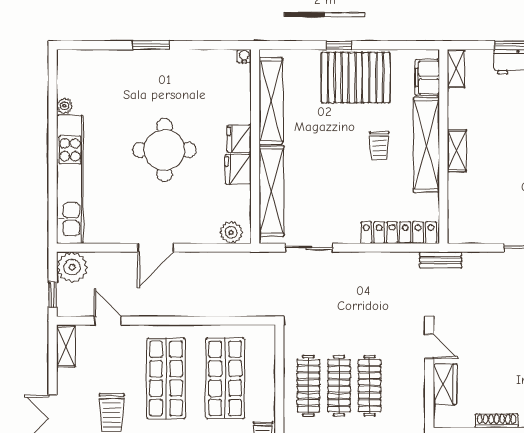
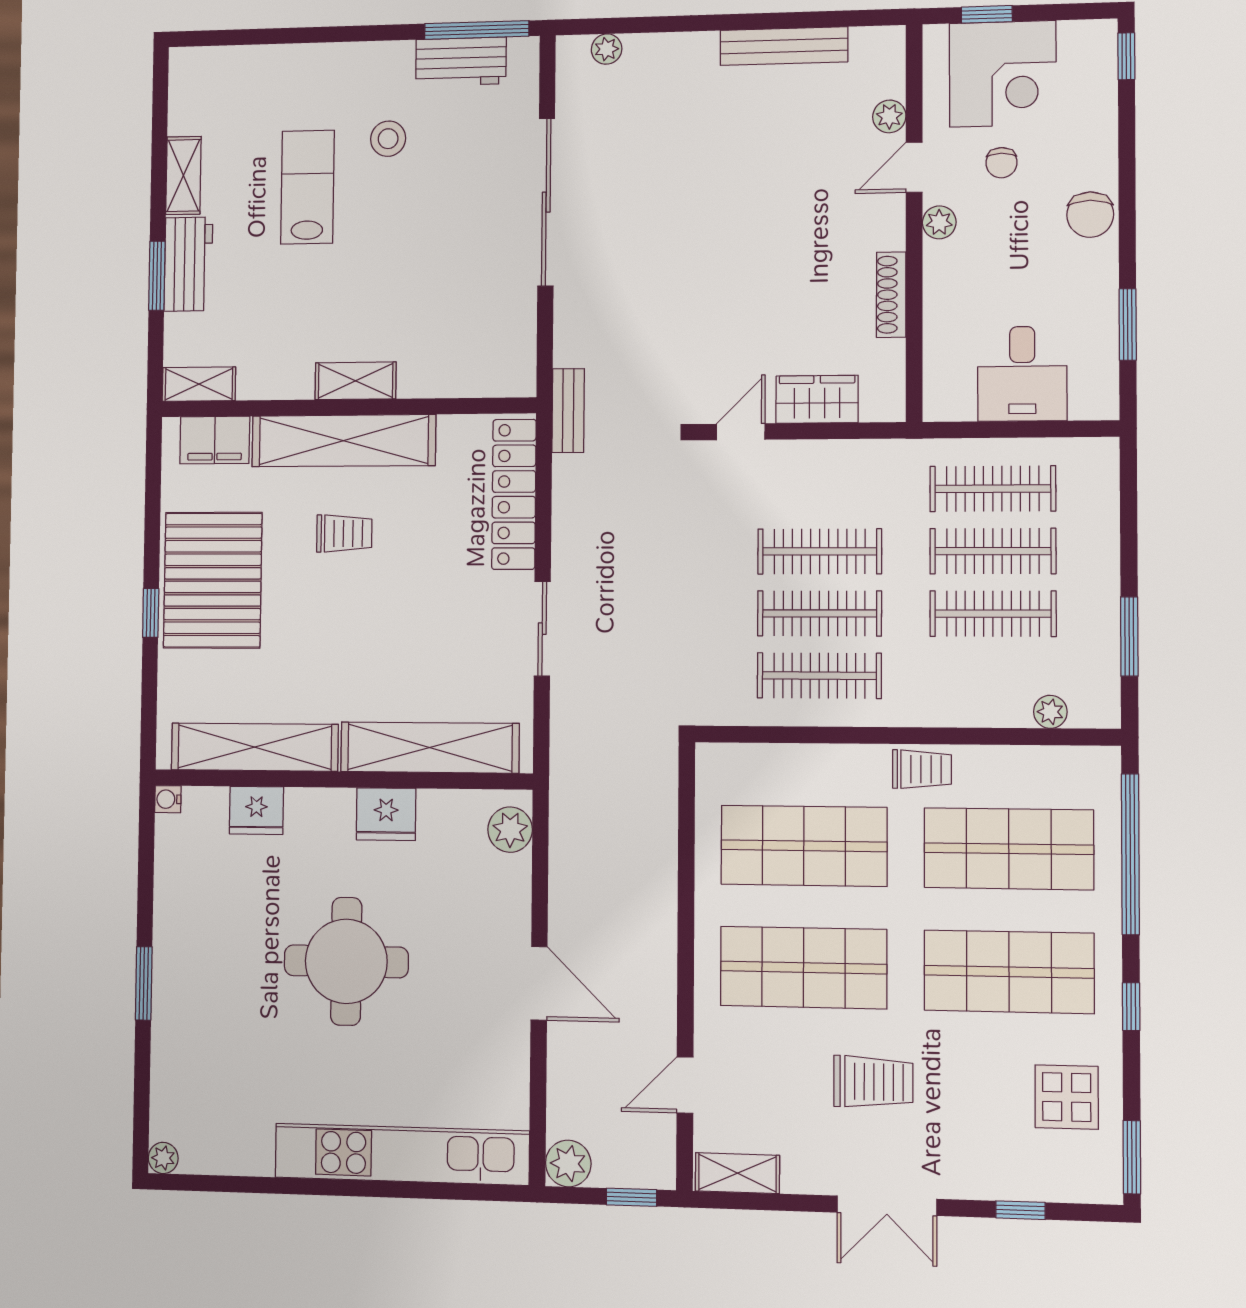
plant: (64, 106) -> (163, 1158), moved
fridge: (239, 139) -> (256, 810), moved
sliding door: (309, 248) -> (542, 629), moved
plant: (72, 267) -> (568, 1163), width x0.73, depth x0.73

